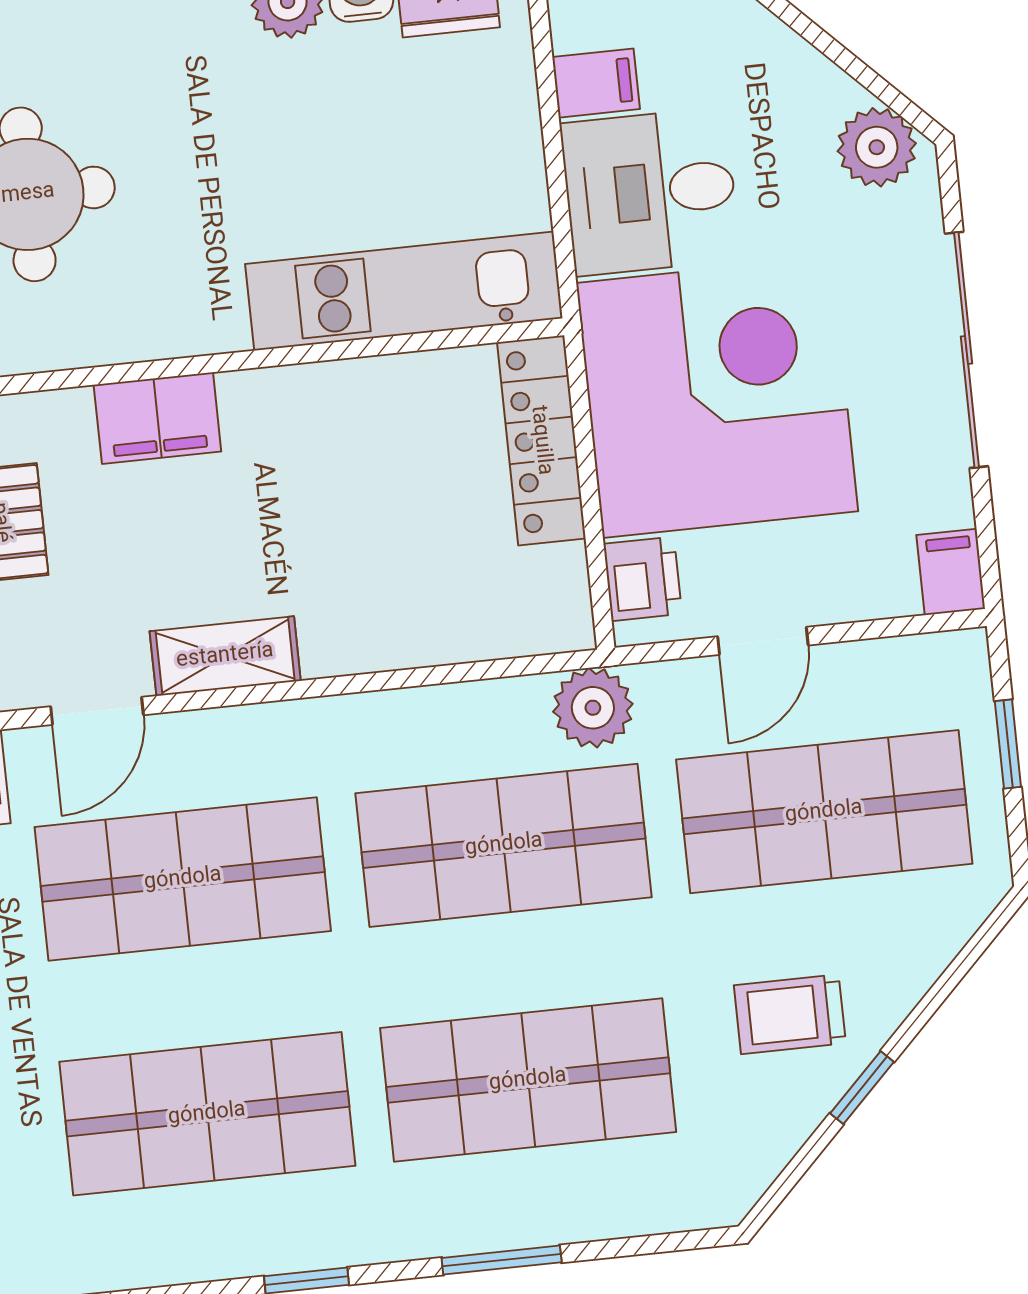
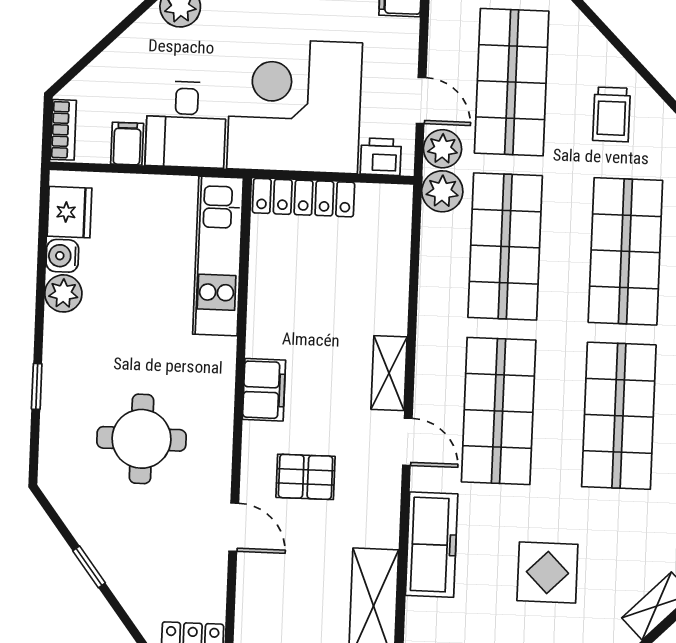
plant: (675, 696) -> (443, 149), added
window: (862, 1088) -> (654, 83), removed

